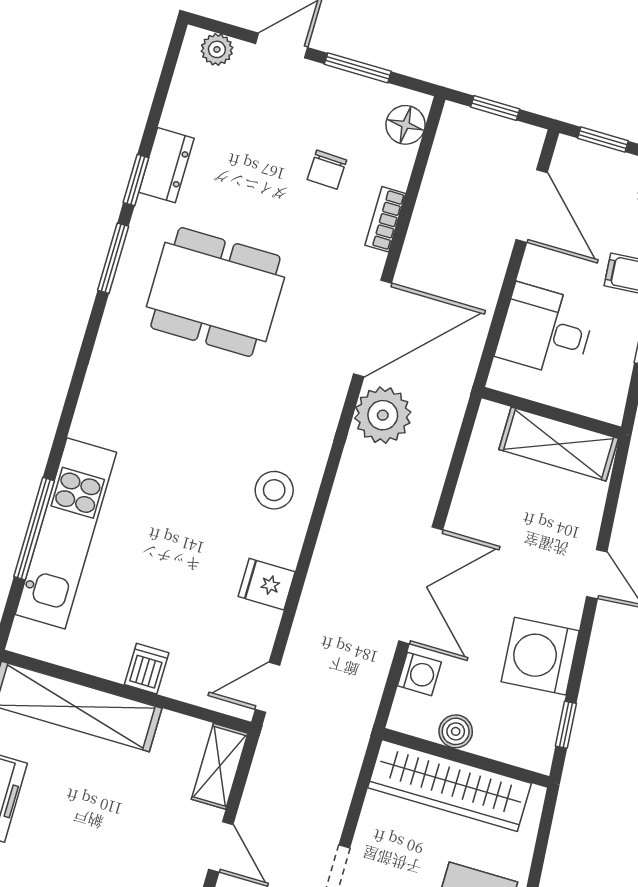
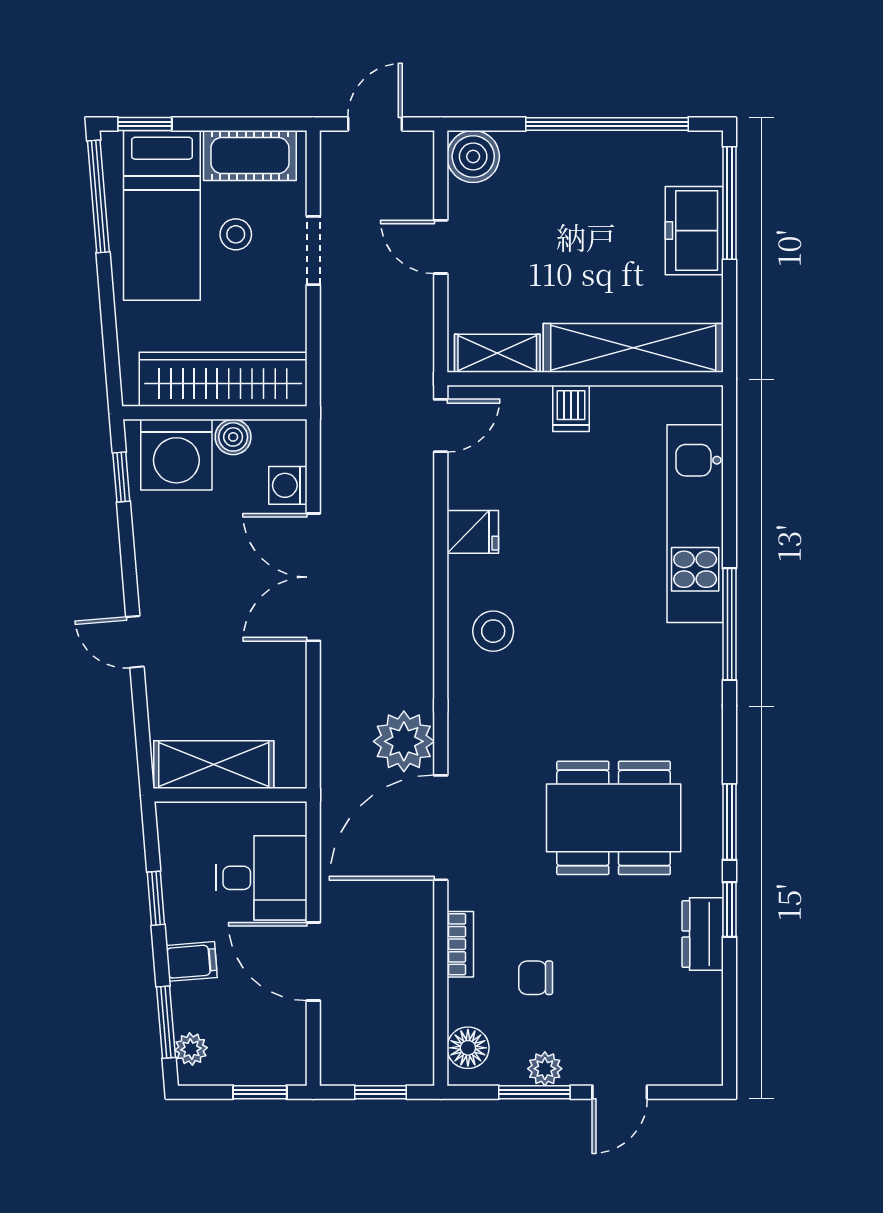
plant: (217, 49) -> (545, 1069), moved
chair: (327, 170) -> (536, 978), turned -92
door: (532, 206) -> (313, 962), moved
window: (34, 529) -> (729, 624), moved
washing machine: (540, 656) -> (176, 455), moved, turned 95
shelving: (220, 766) -> (497, 353), moved, turned 90

